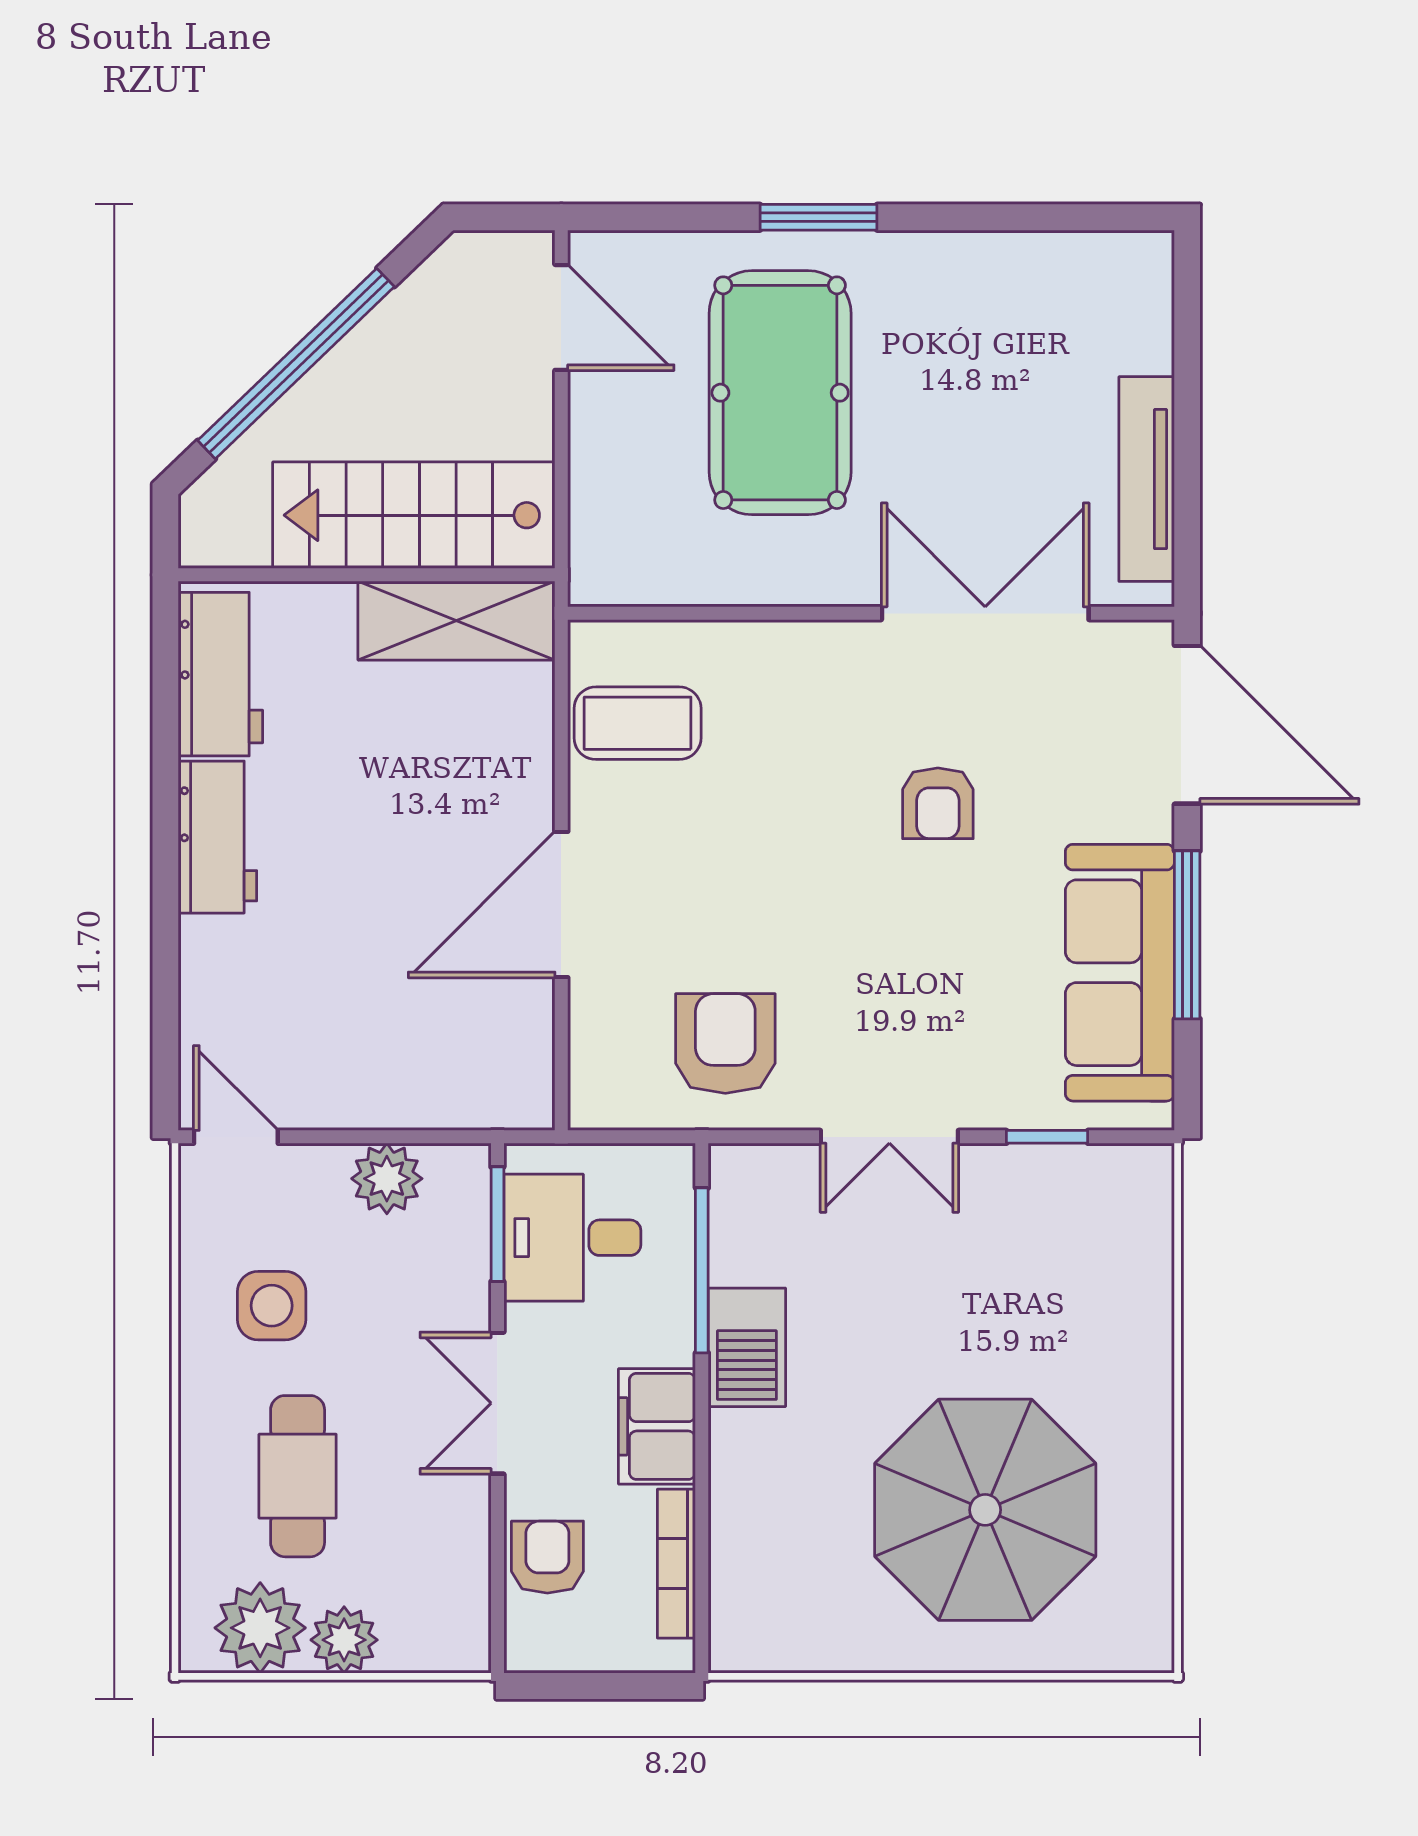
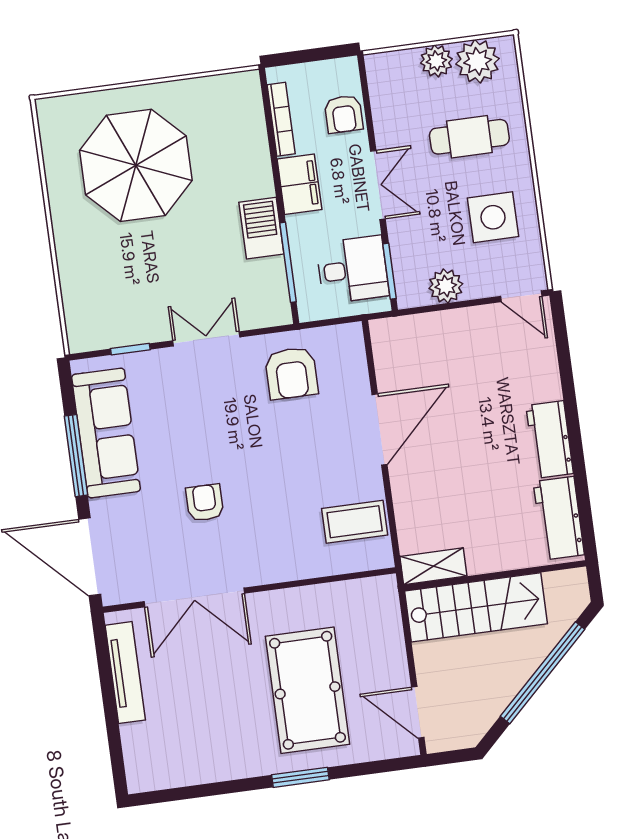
shelving: (456, 621) -> (433, 566), width x0.67, depth x0.75
side table: (272, 1306) -> (493, 217), width x1.37, depth x1.37
cafe table: (298, 1476) -> (469, 137), turned 90

